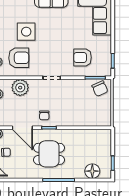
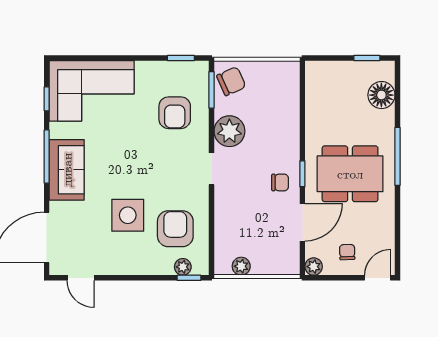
plant: (20, 88) -> (229, 131), moved
dining table: (49, 154) -> (350, 174), width x1.38

